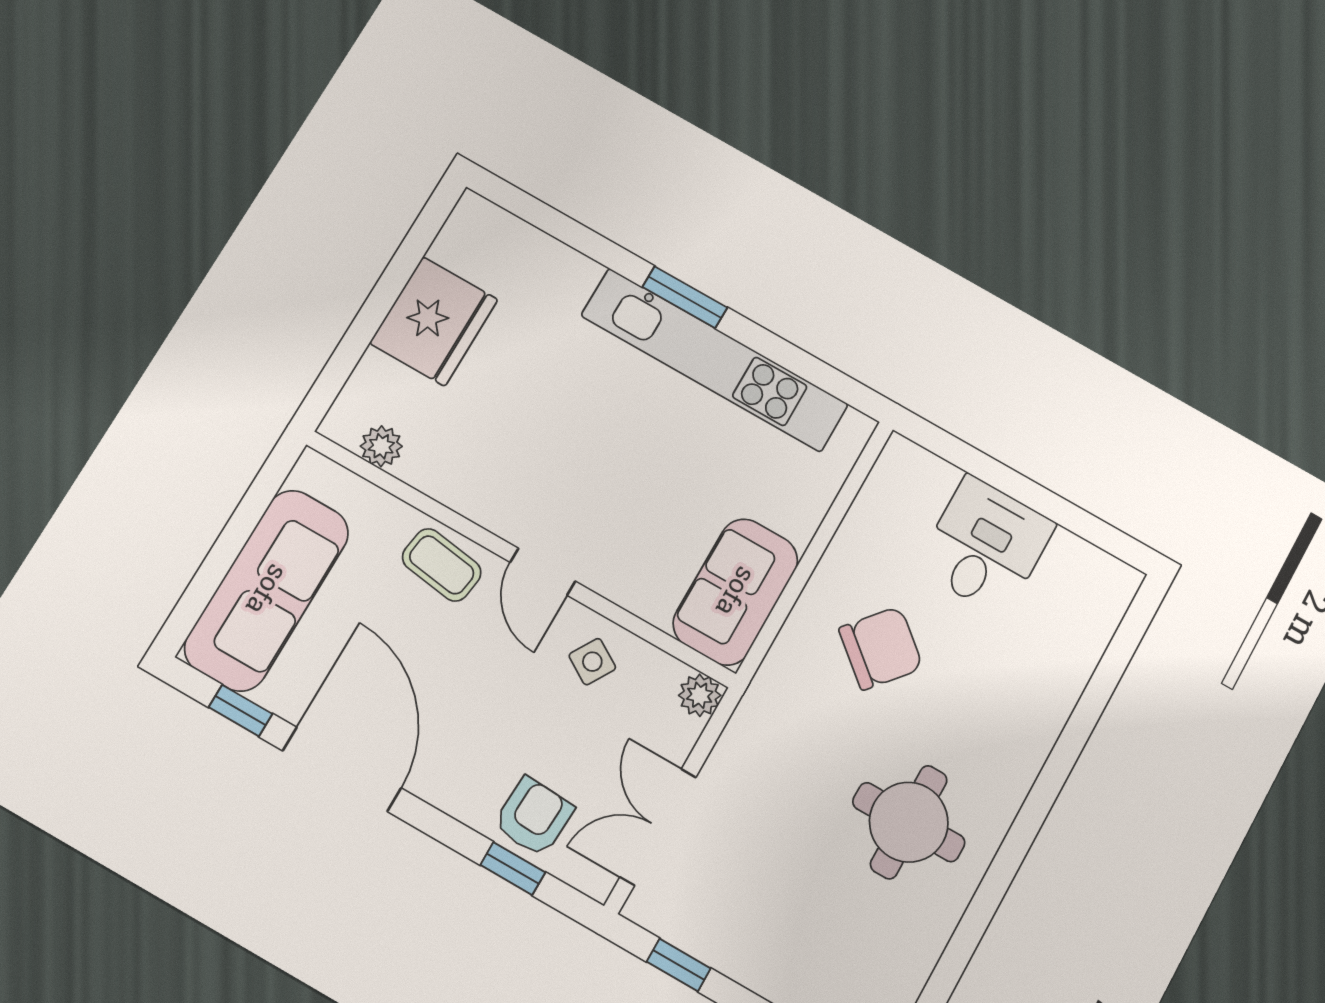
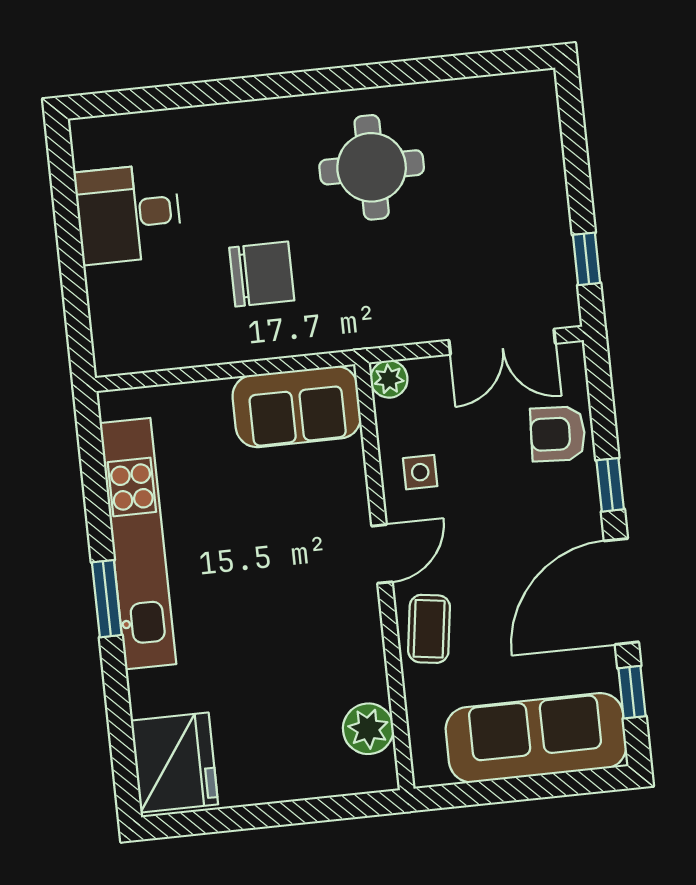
fridge: (434, 321) -> (174, 762), moved, turned 90
plant: (381, 446) -> (368, 729), width x1.38, depth x1.38
desk: (986, 546) -> (128, 214), moved
chair: (881, 648) -> (262, 274), turned 140
side table: (592, 662) -> (420, 472), turned -31
window: (513, 869) -> (610, 485), moved

